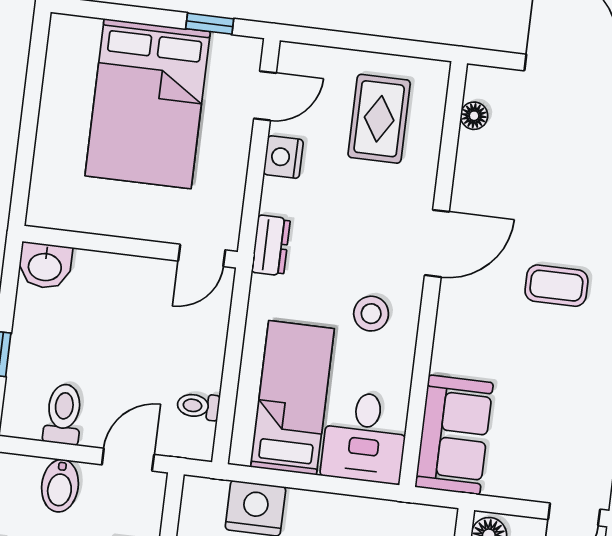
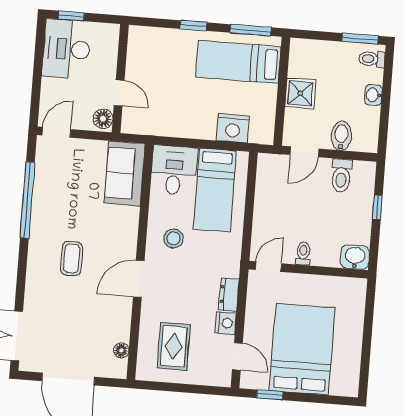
door: (265, 96) -> (237, 356), swing flipped
dresser: (271, 245) -> (229, 294), moved
coffee table: (556, 286) -> (72, 258), turned 90
toilet: (198, 406) -> (303, 254), moved, turned -90

